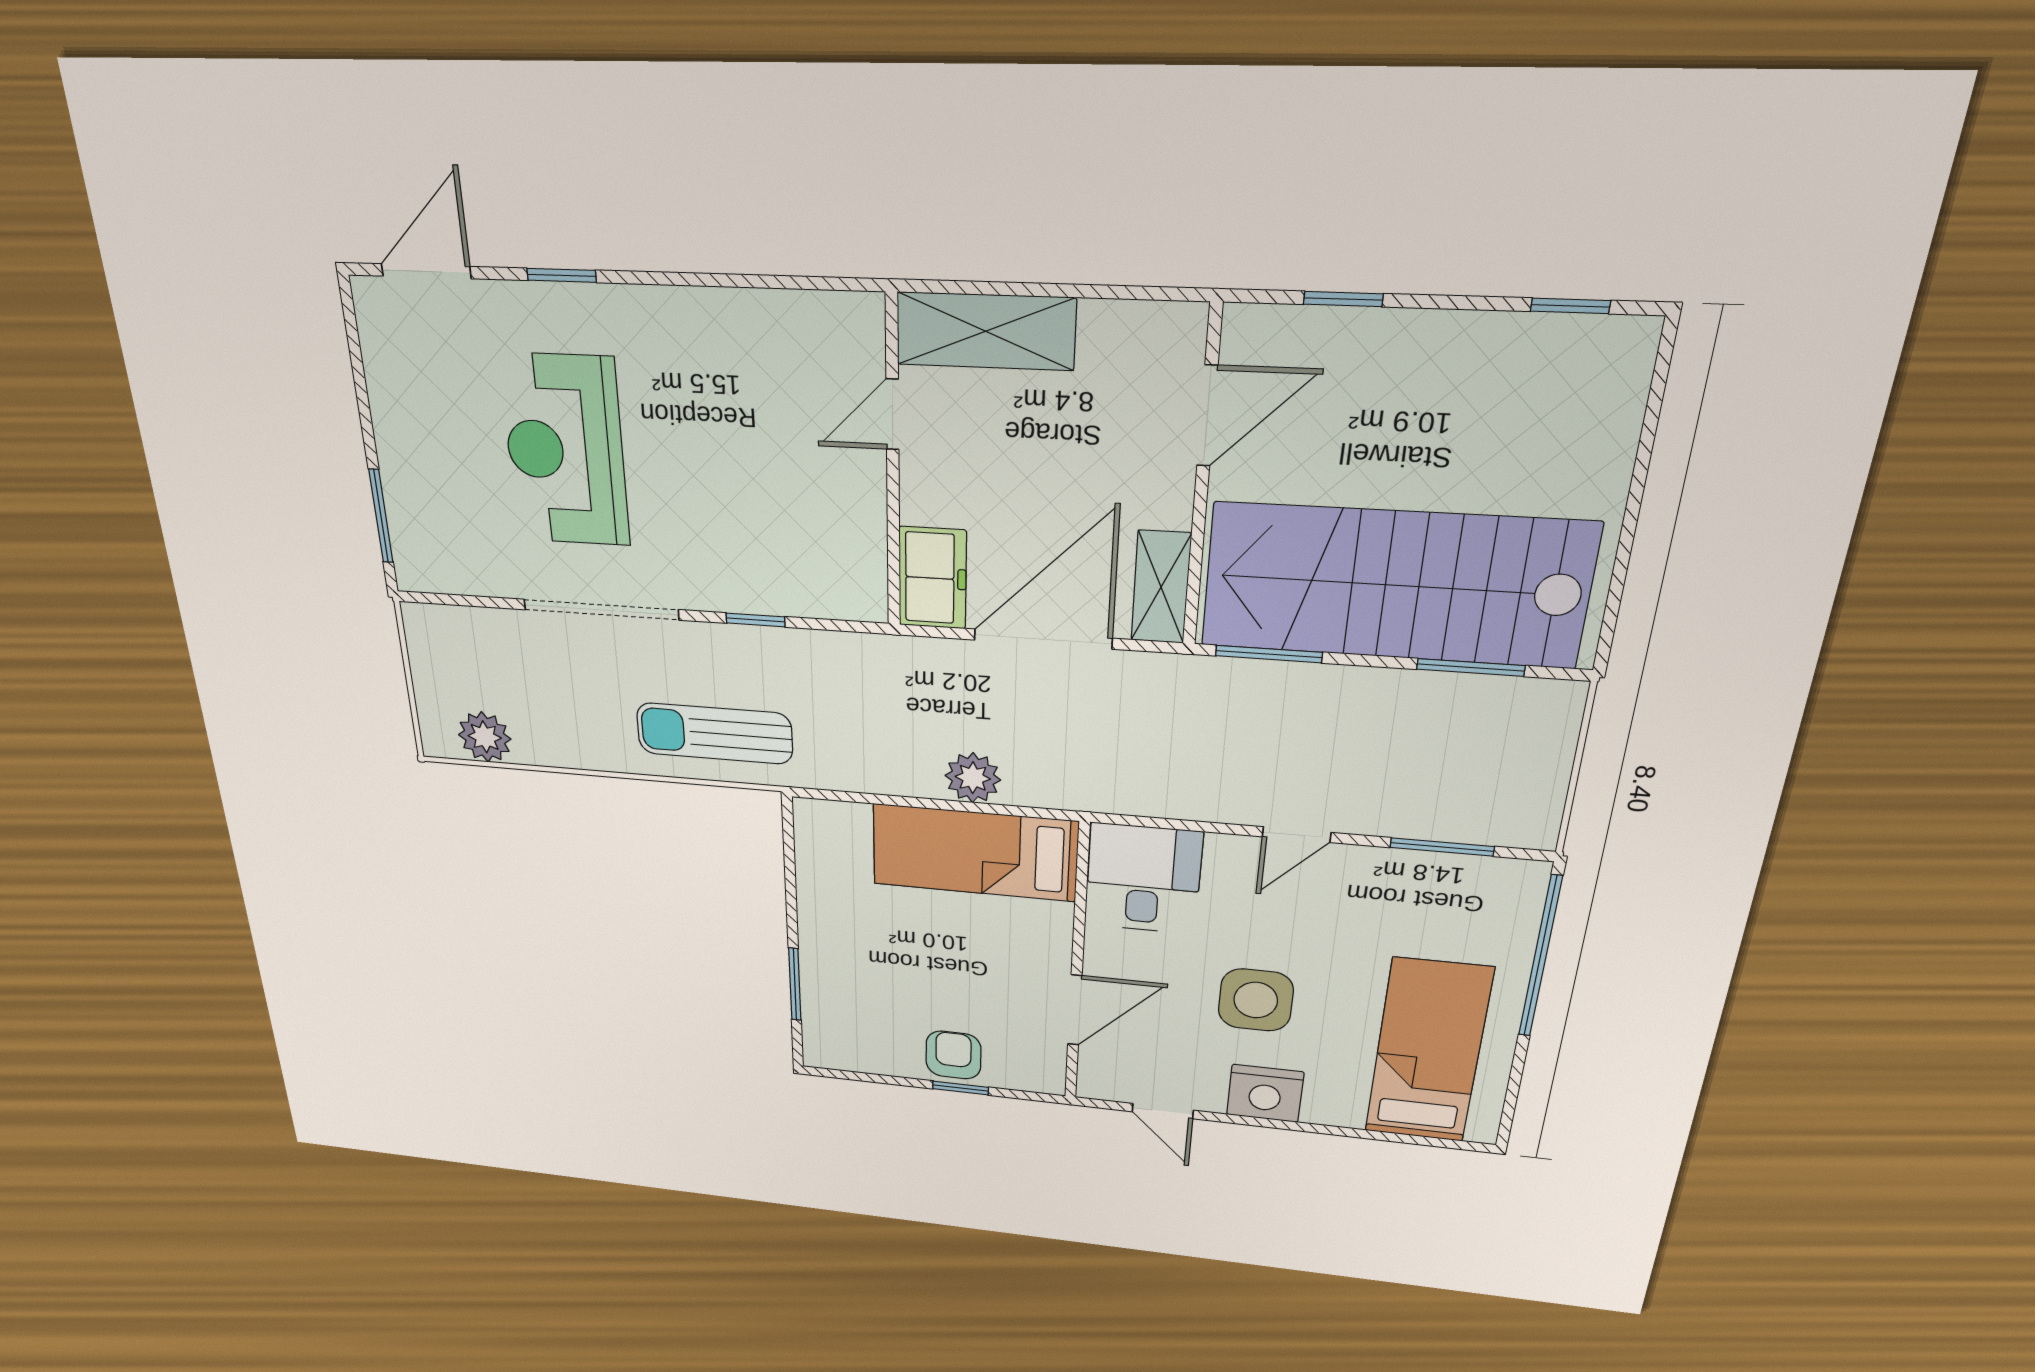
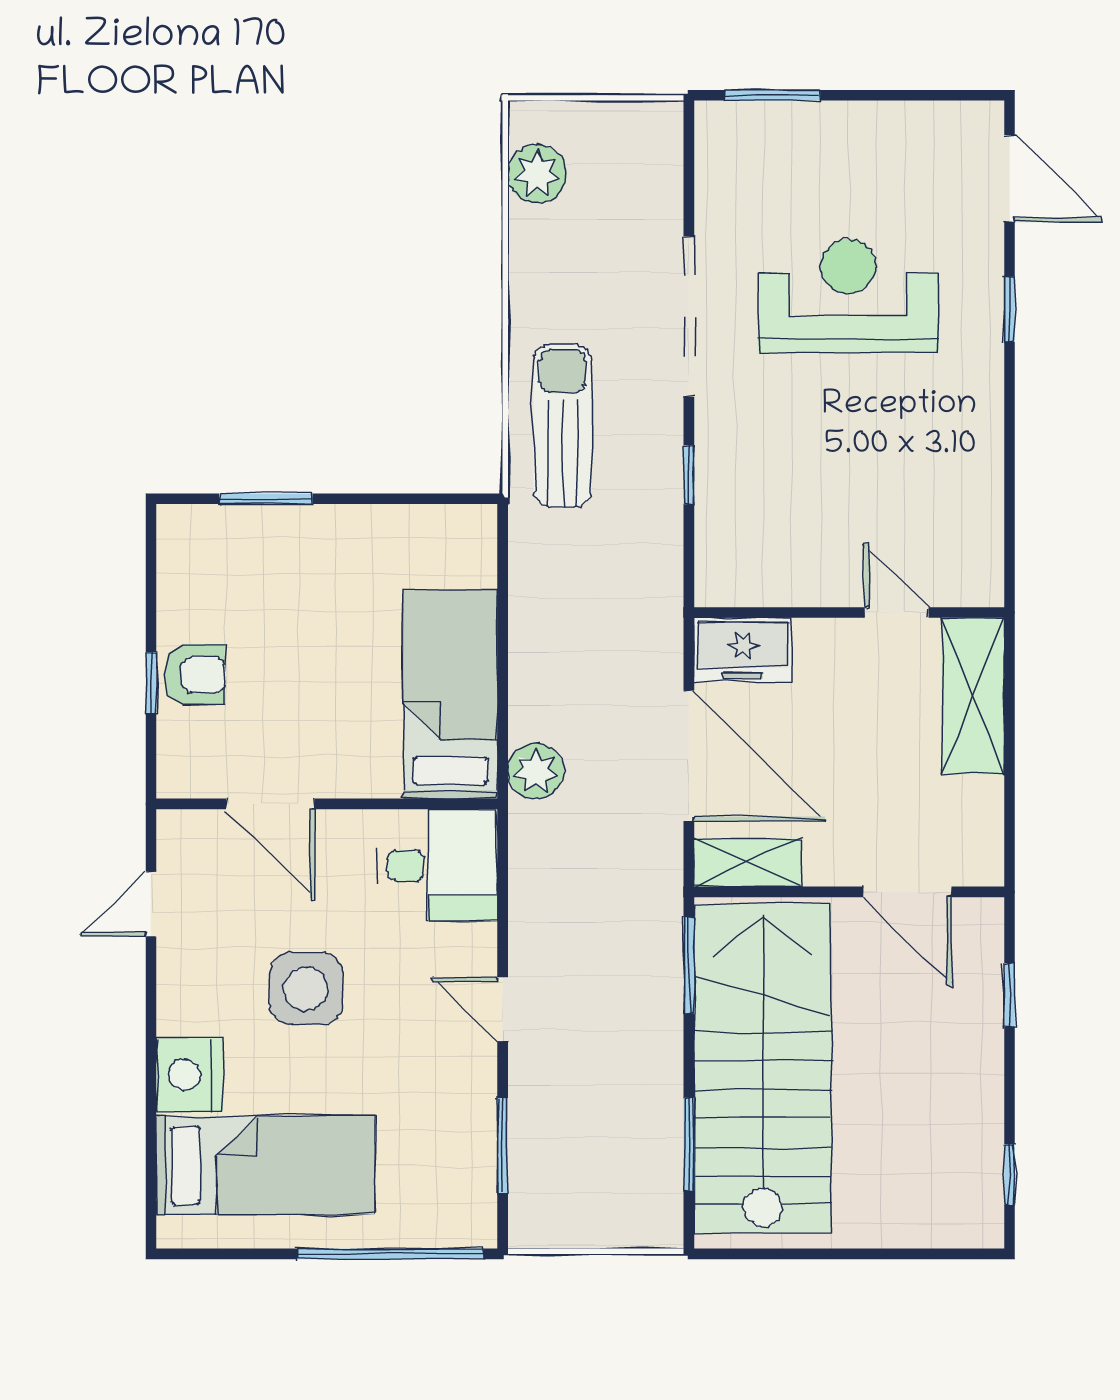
plant: (973, 778) -> (536, 771), moved
nightstand: (1265, 1093) -> (189, 1075), moved

